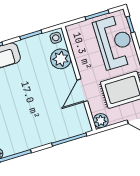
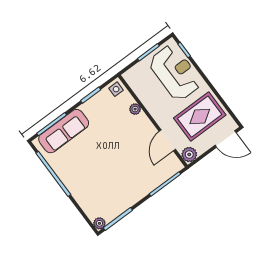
plant: (61, 59) -> (135, 109), width x0.53, depth x0.53
door: (82, 90) -> (167, 140), moved

